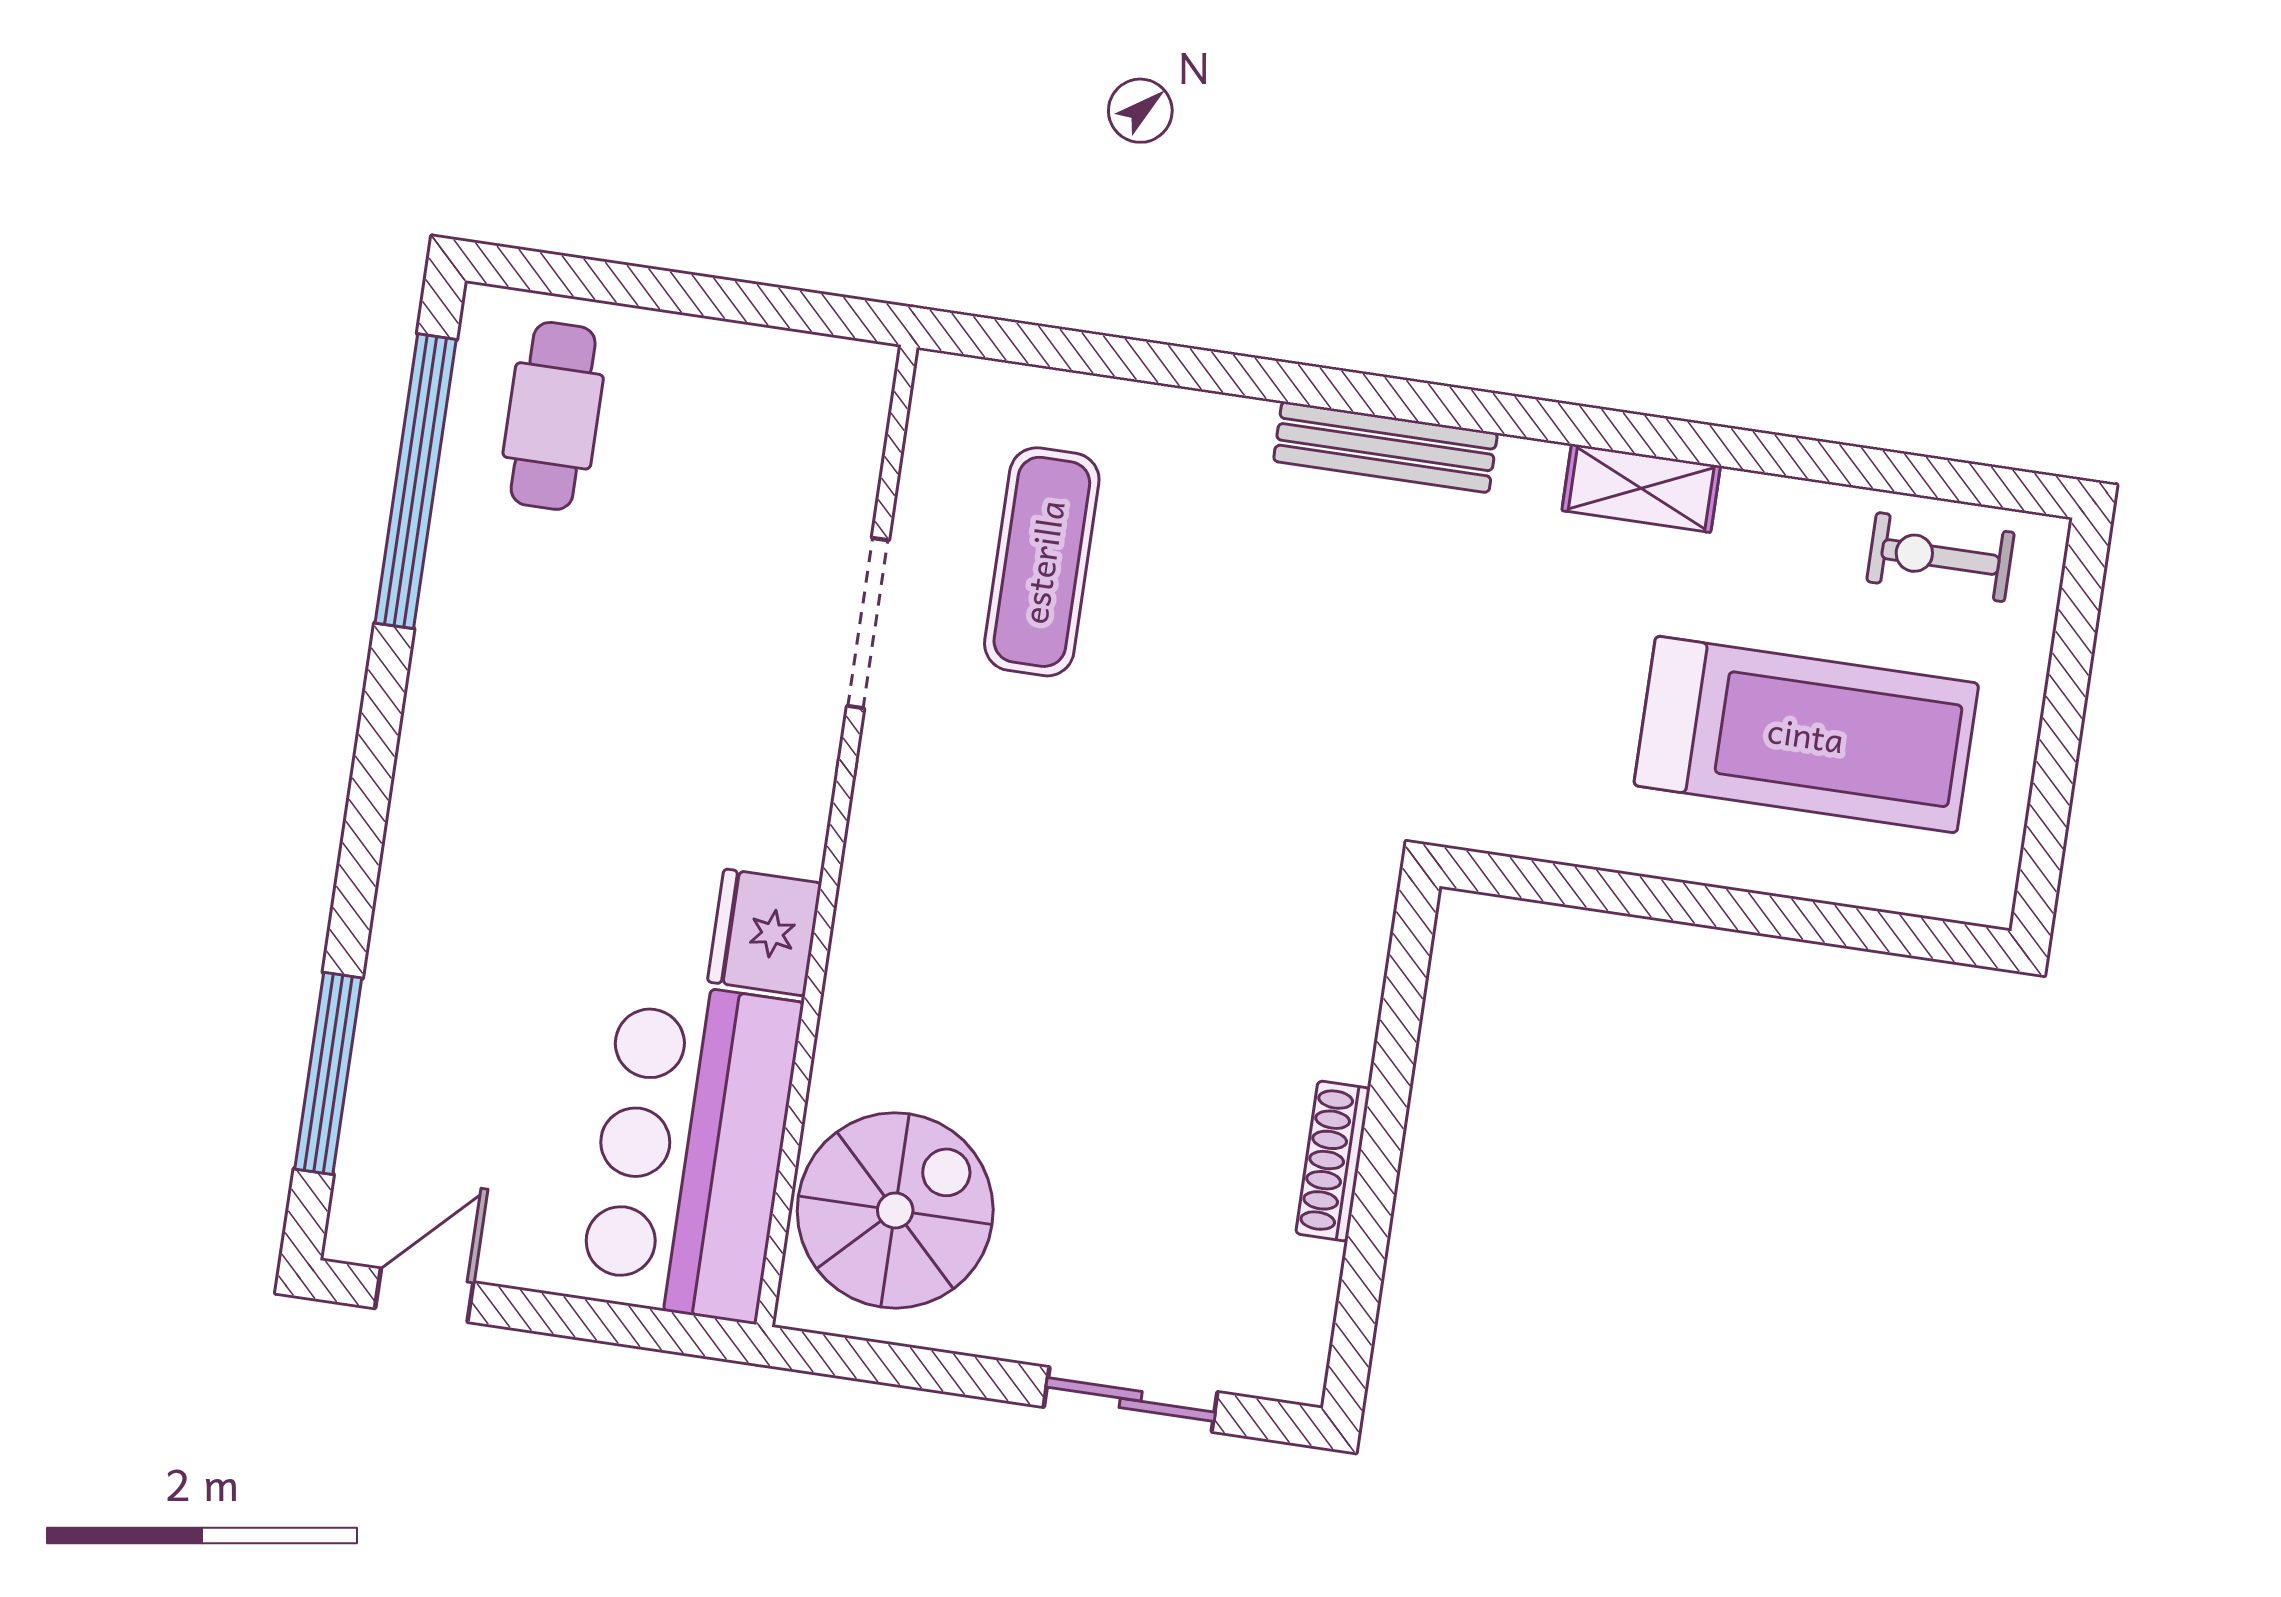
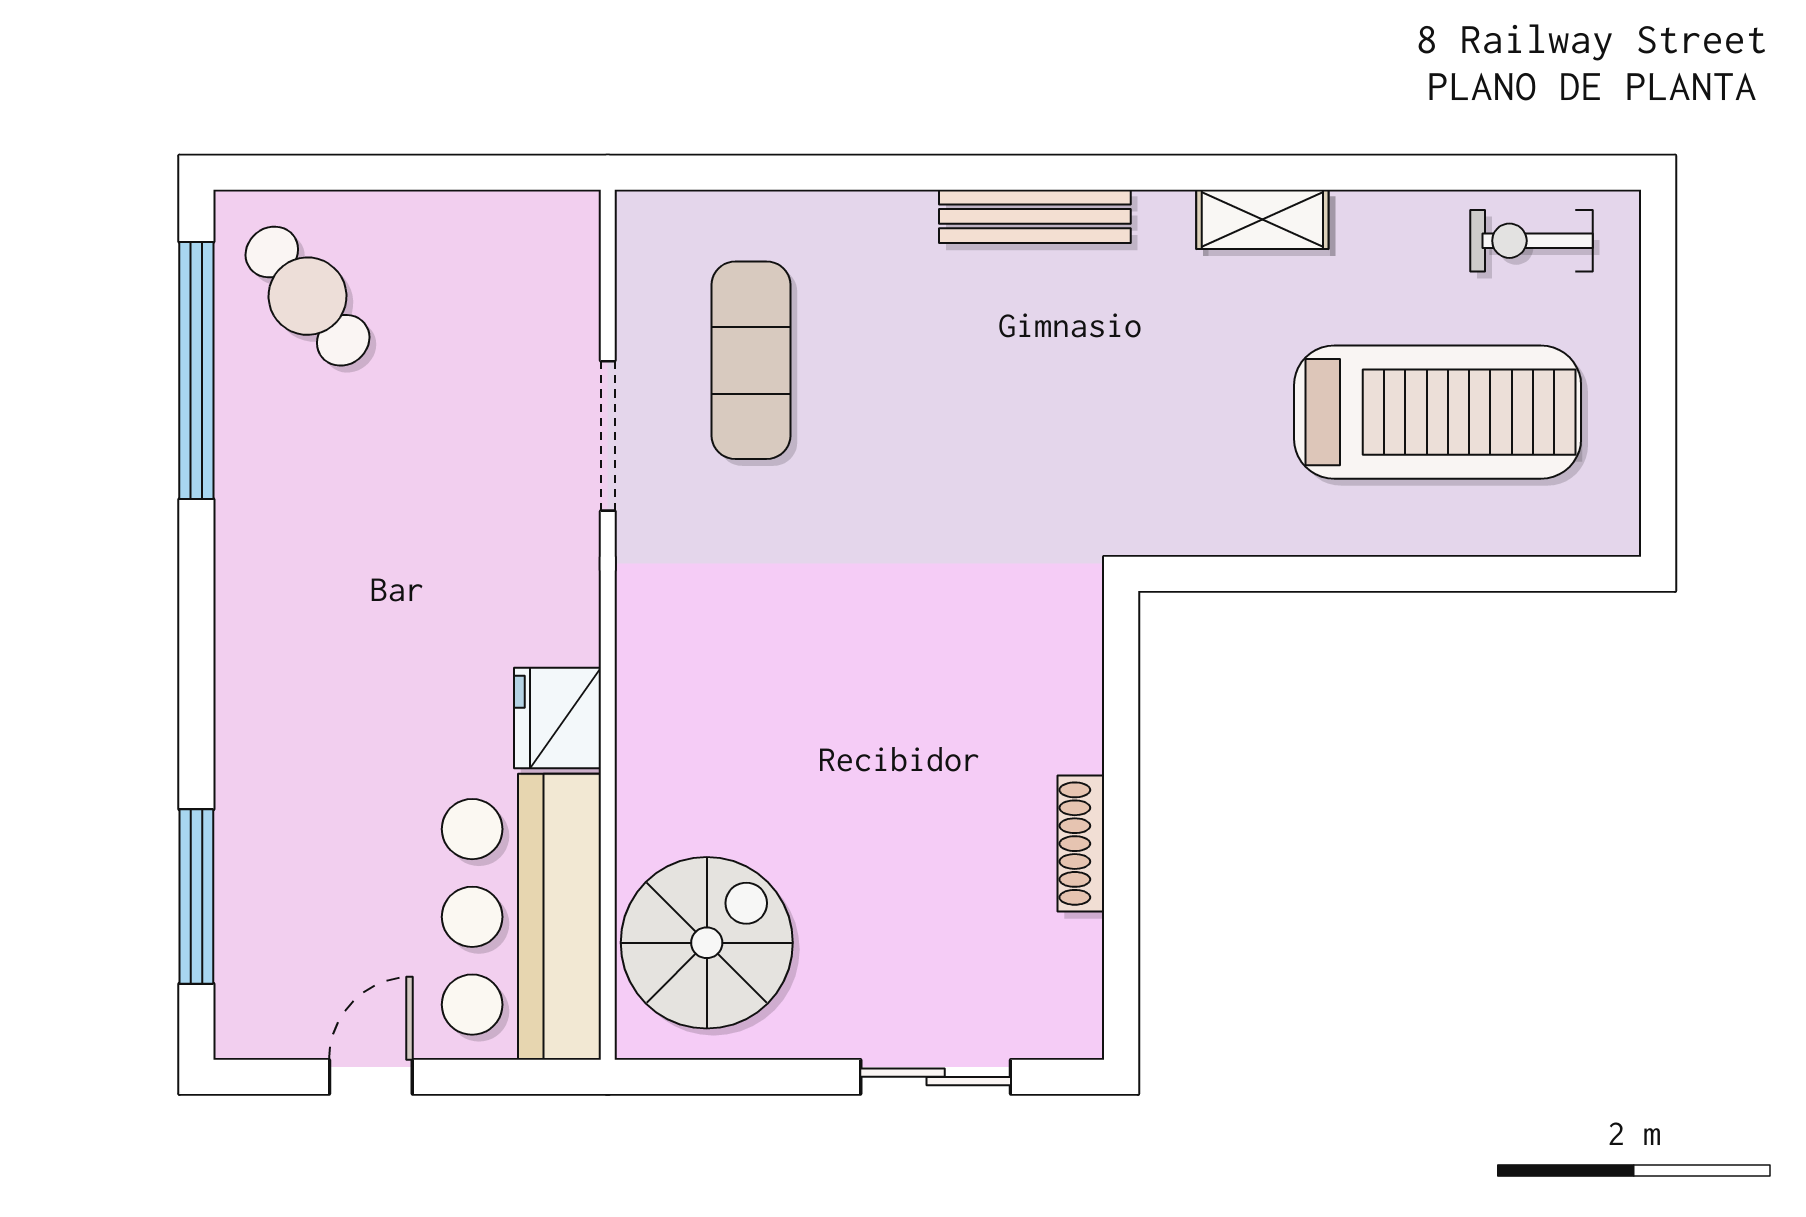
cafe table: (553, 416) -> (307, 296), turned -39
door: (424, 1295) -> (371, 1077), moved

